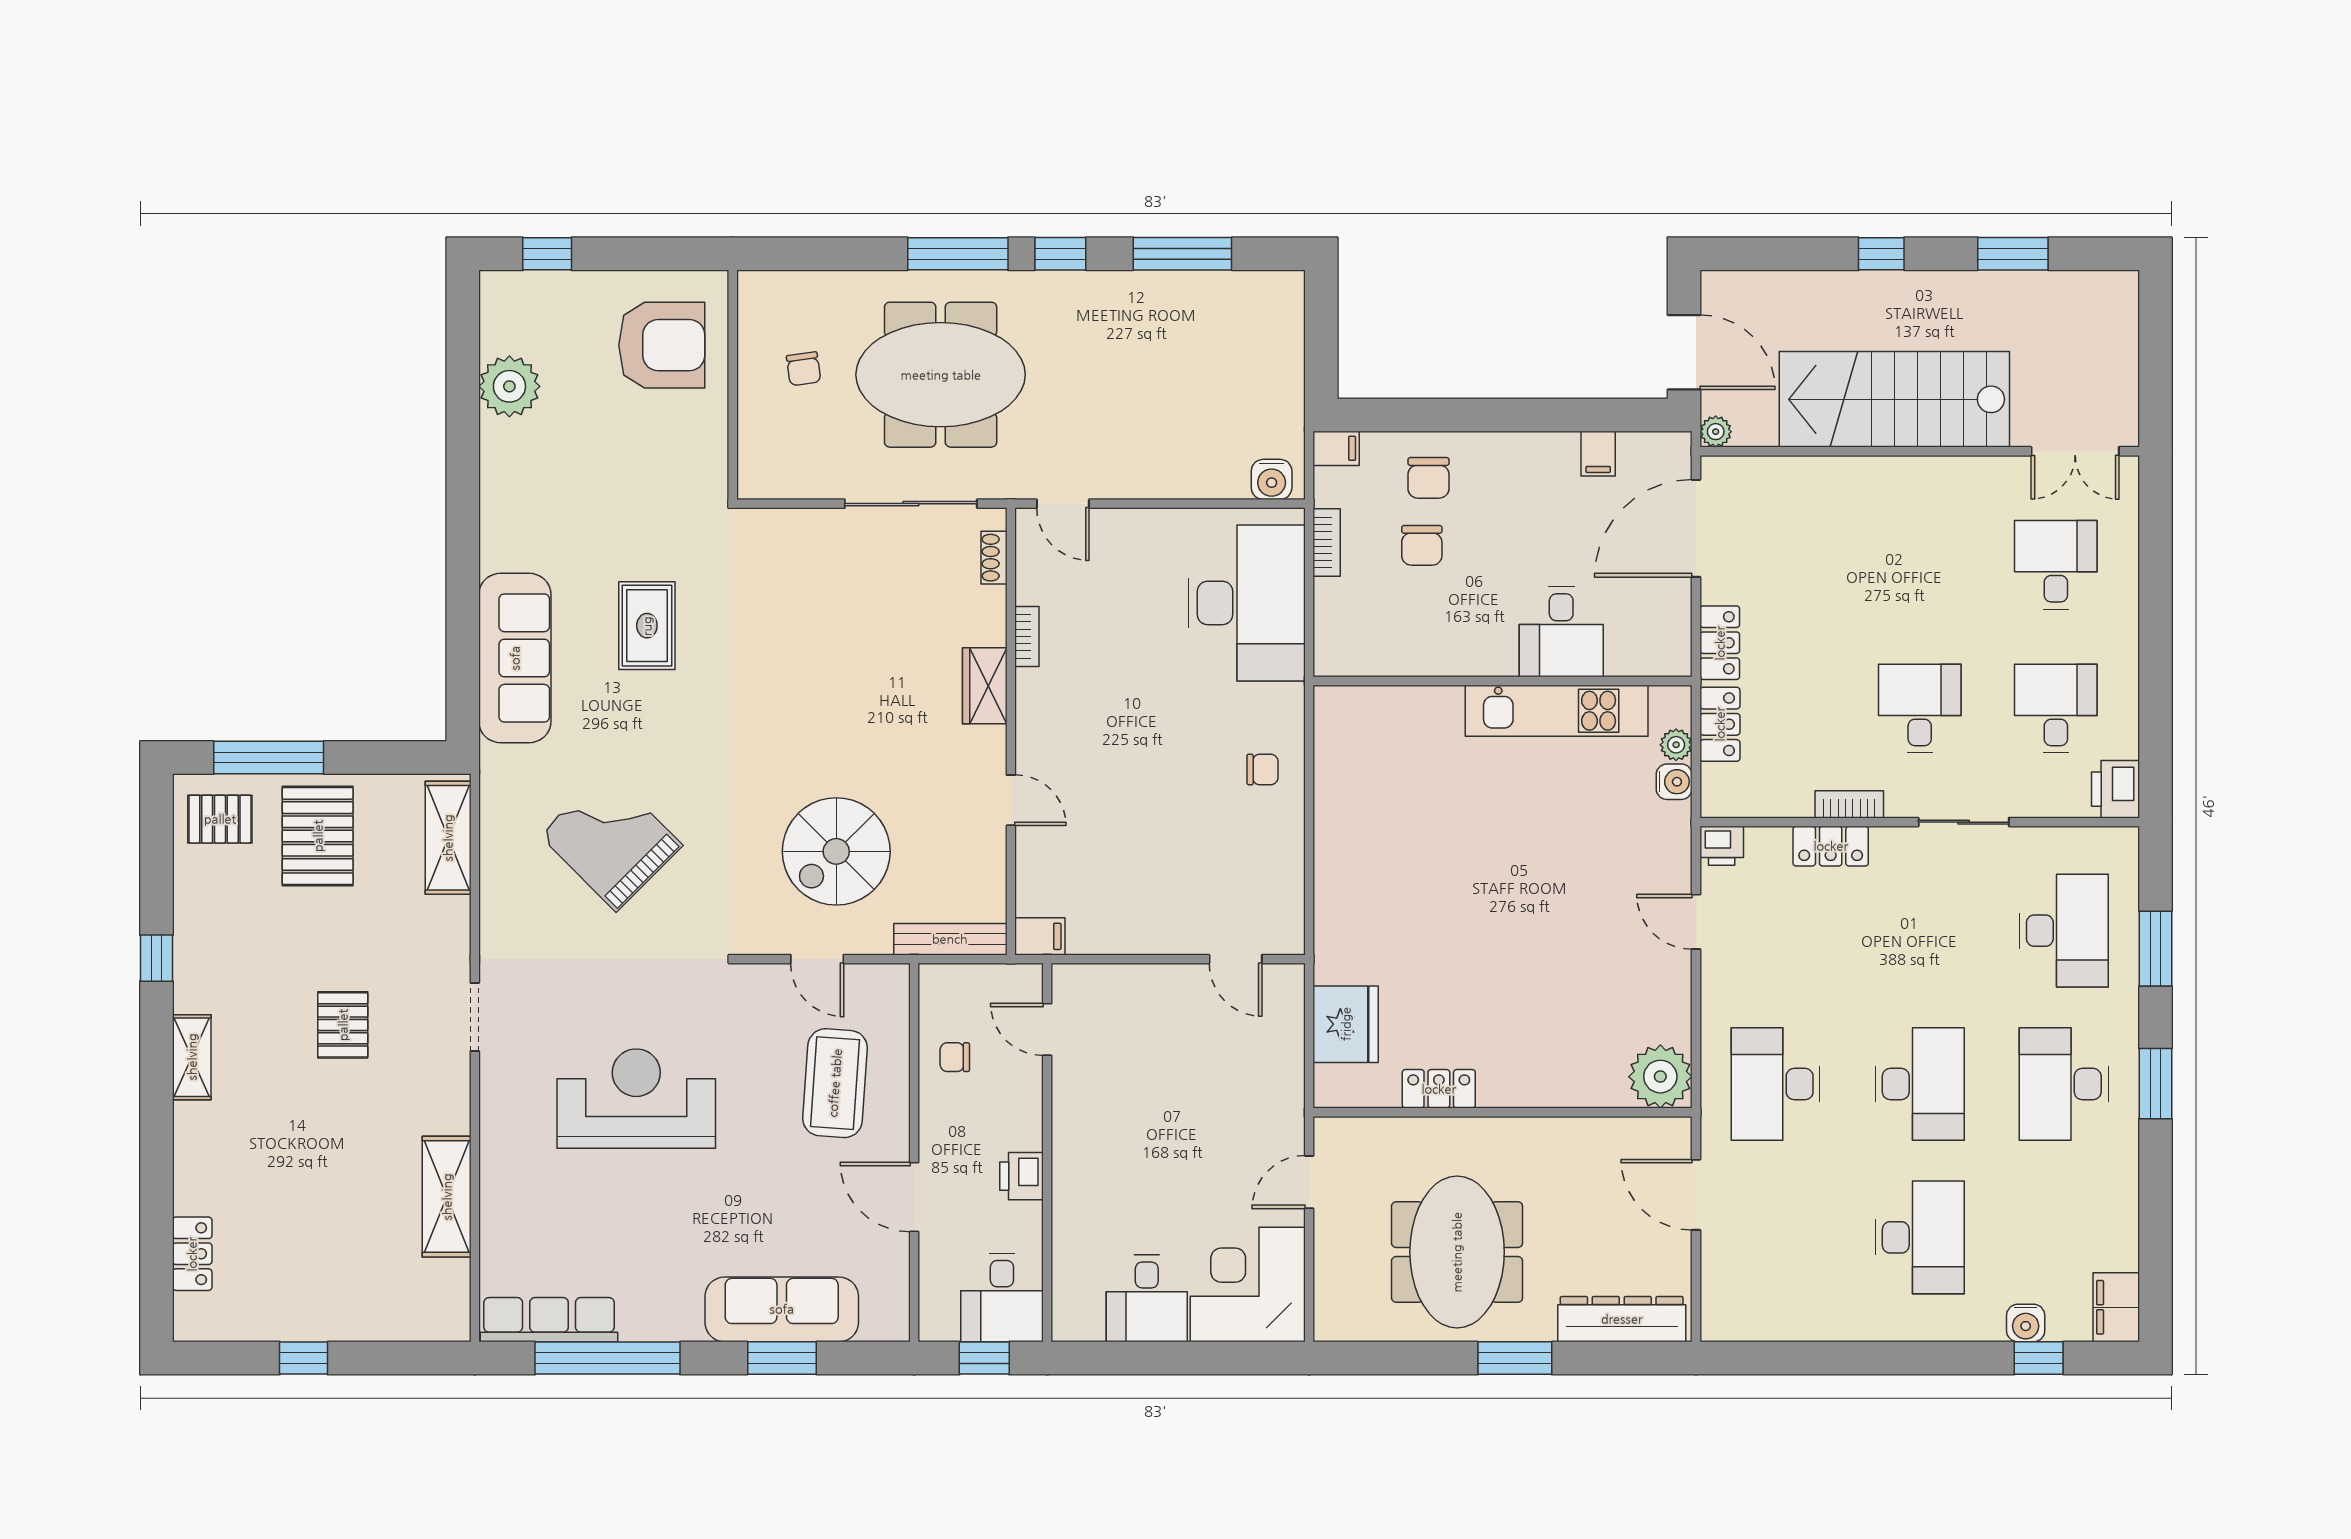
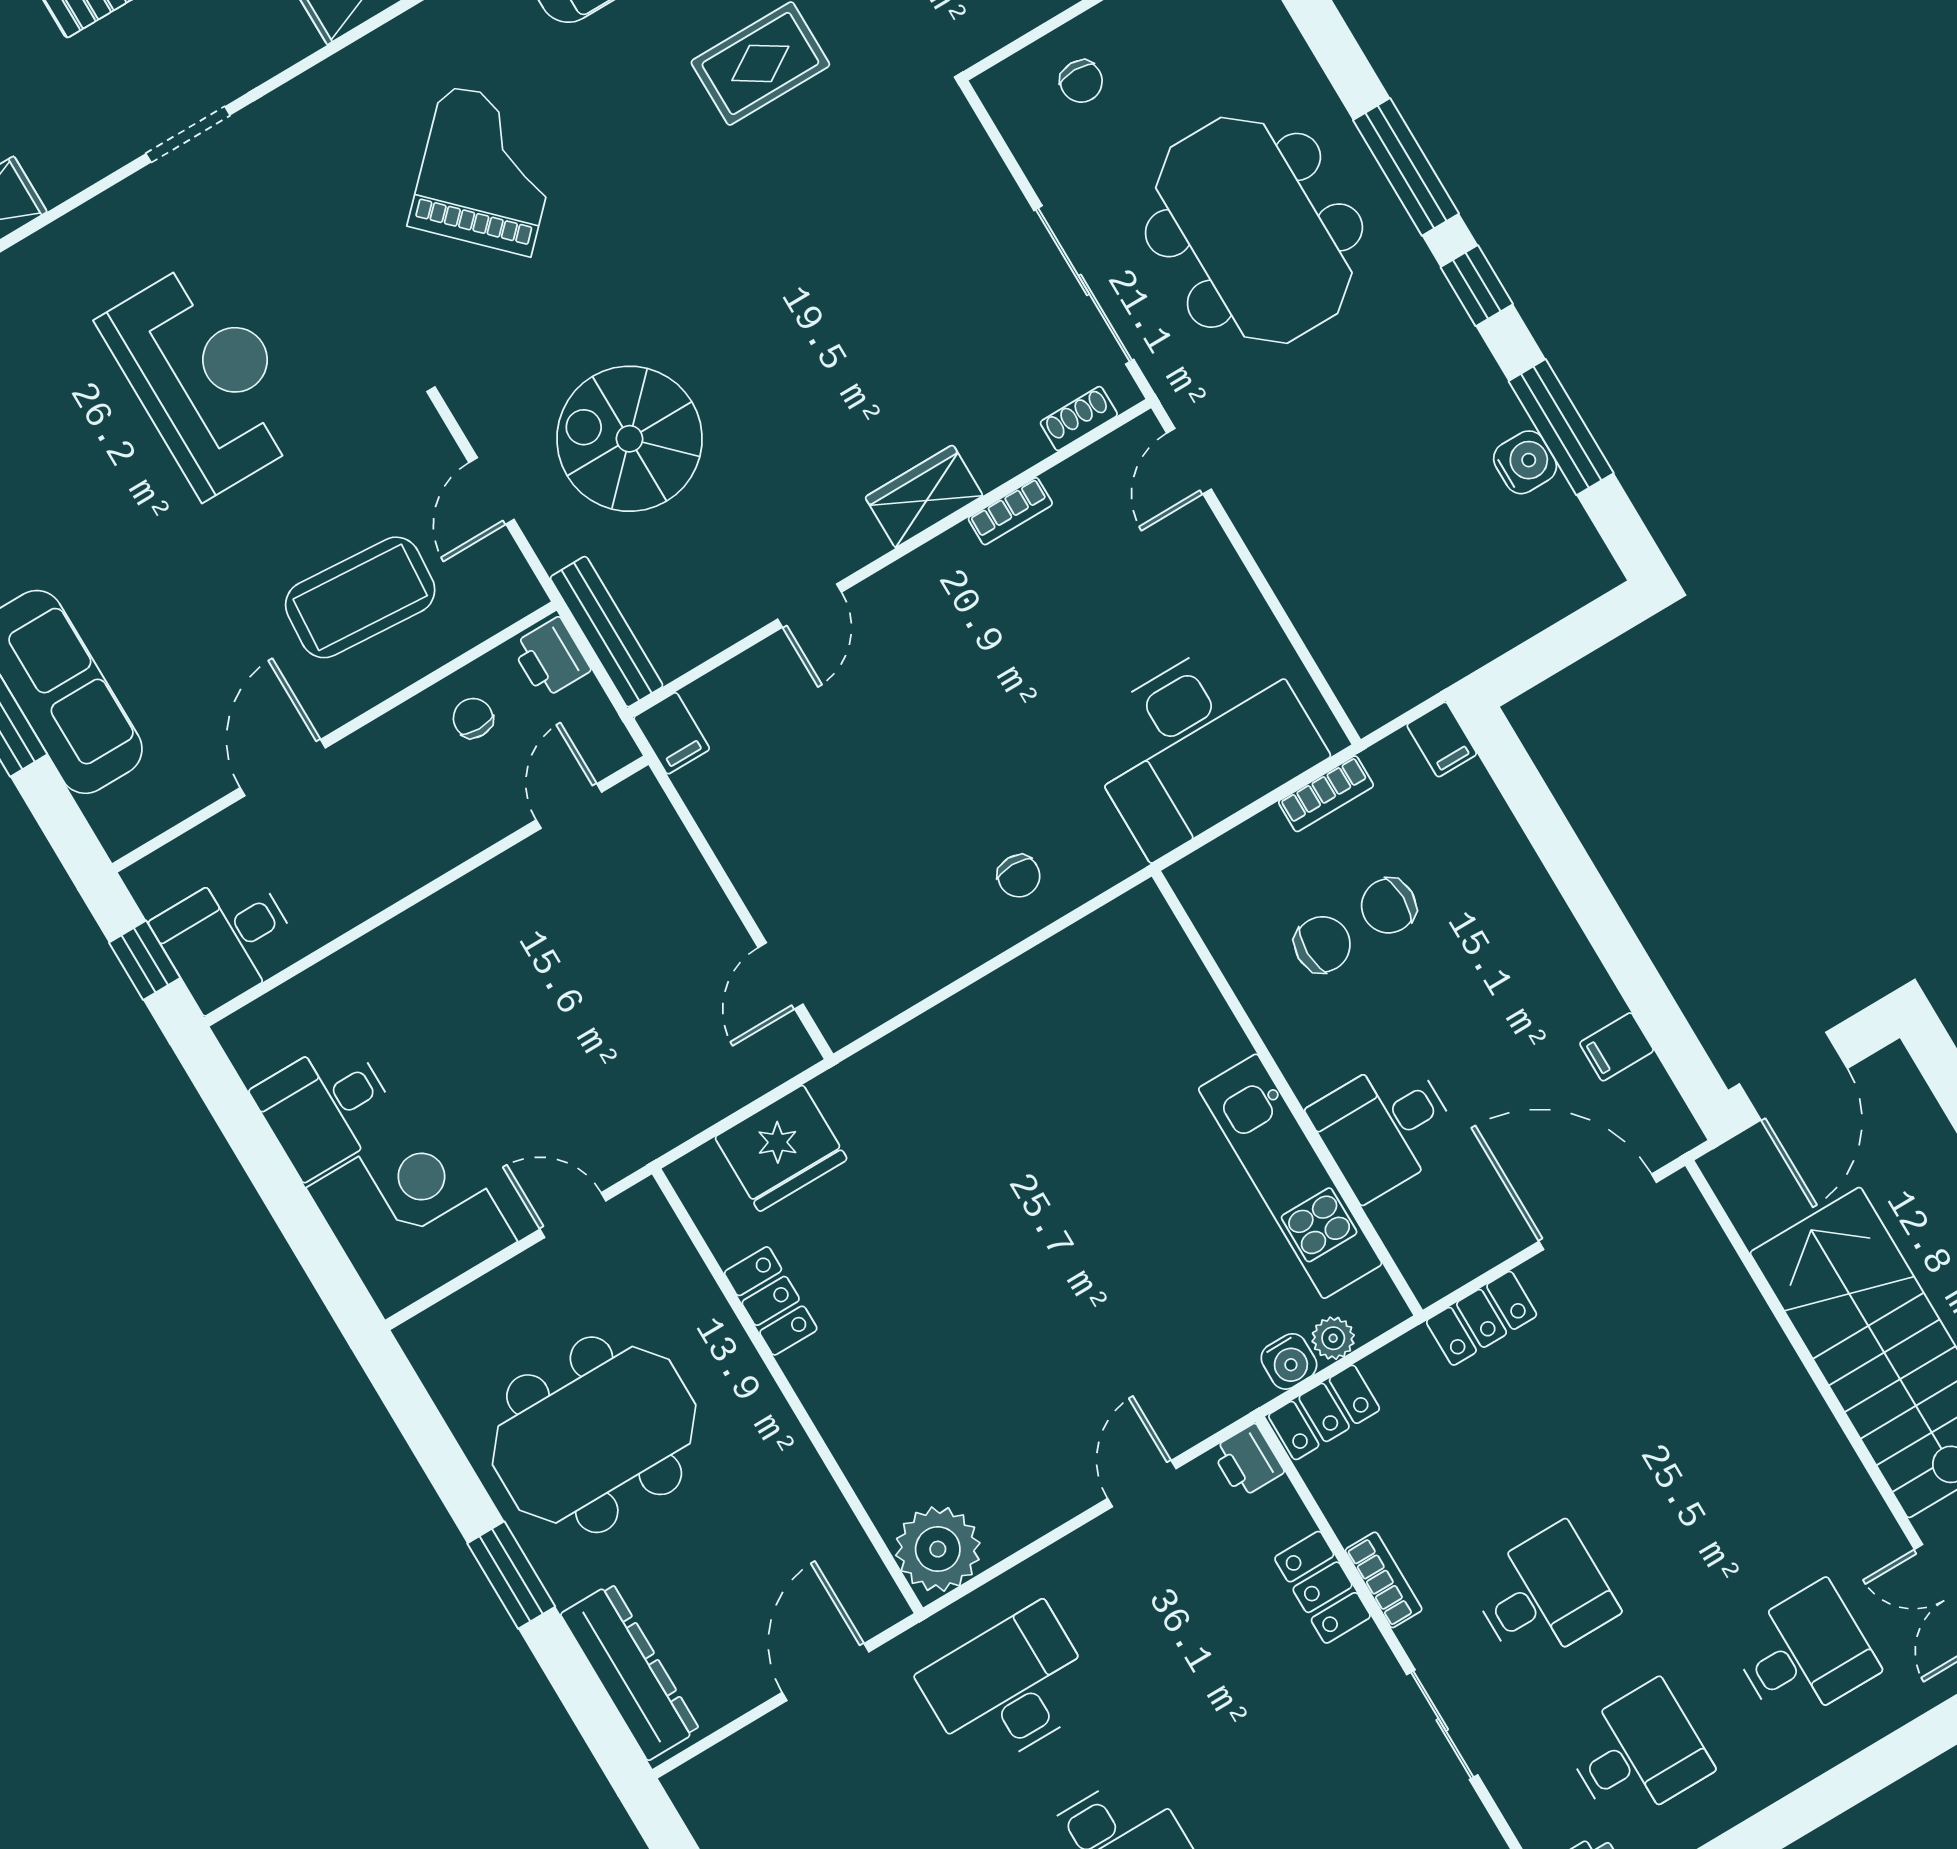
chair: (804, 369) -> (1081, 81), moved, turned -82
plant: (1716, 432) -> (1723, 1168), removed
chair: (1428, 478) -> (1322, 944), moved, turned 180
water cooler: (1272, 479) -> (1525, 462), moved, turned 180
locker: (1720, 724) -> (1324, 1412), moved
printer: (1022, 1176) -> (551, 658), moved, turned -90

